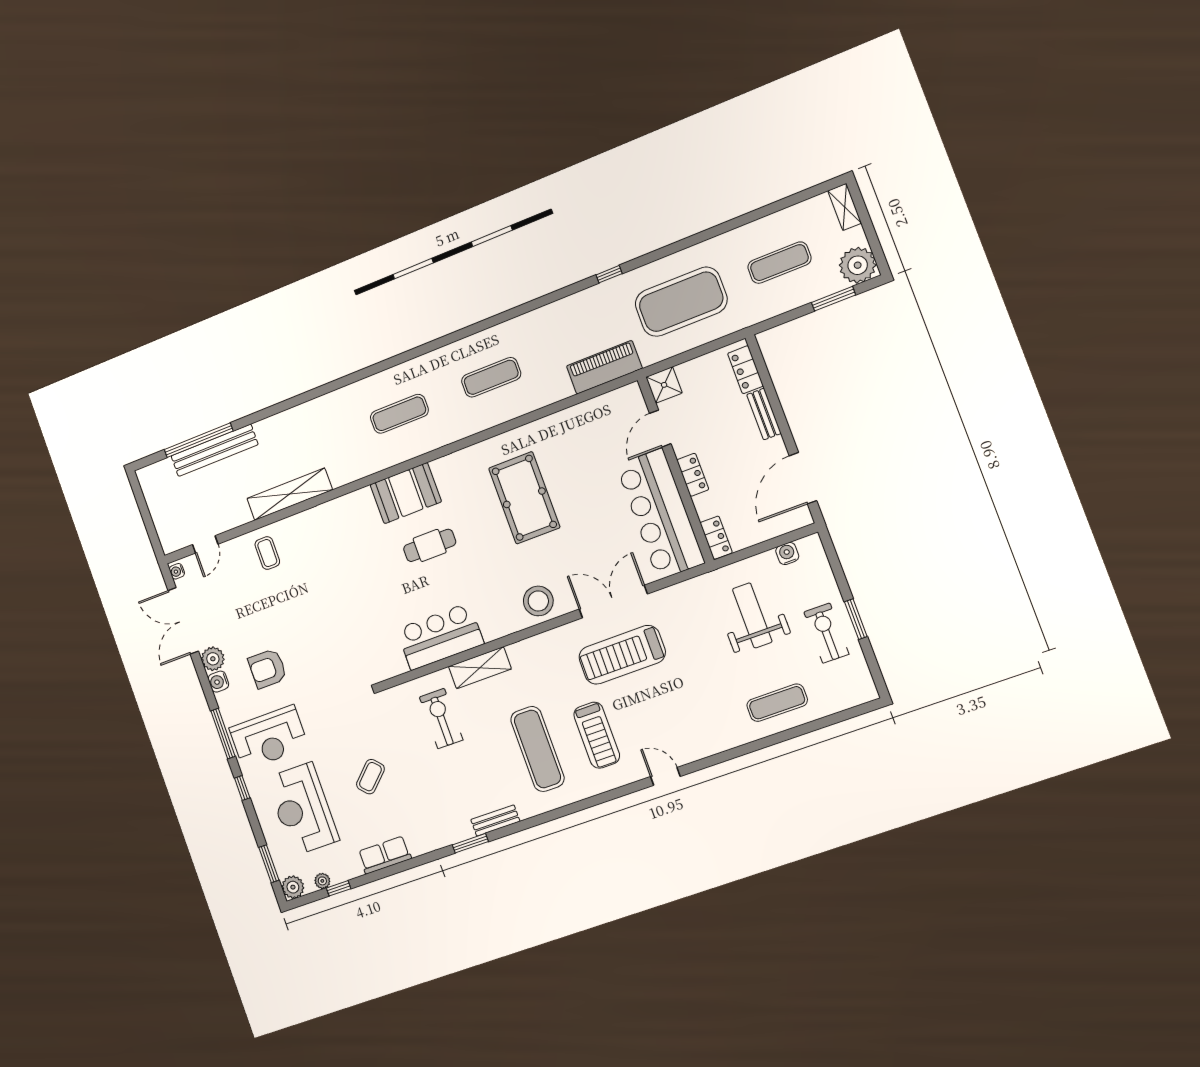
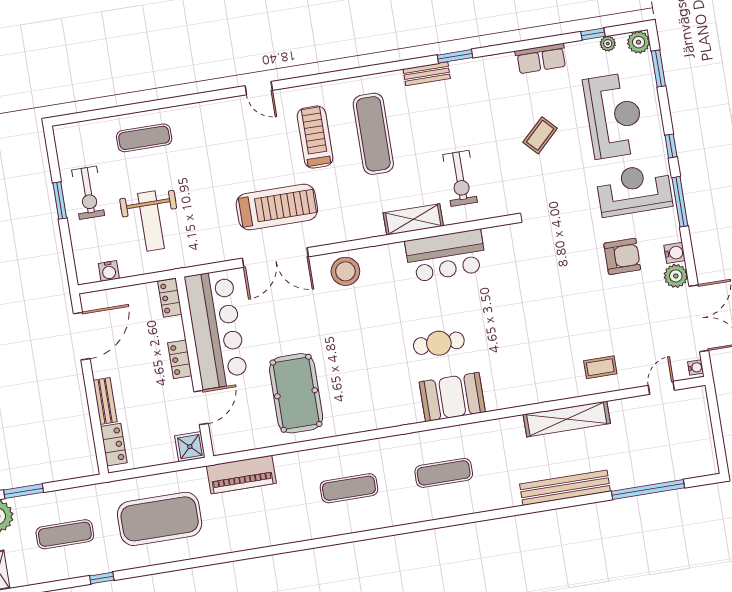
window: (609, 274) -> (102, 578), moved
bench: (214, 450) -> (565, 488), moved
pool table: (524, 498) -> (296, 393), moved
coffee table: (267, 553) -> (600, 367), turned 90

